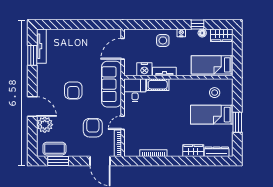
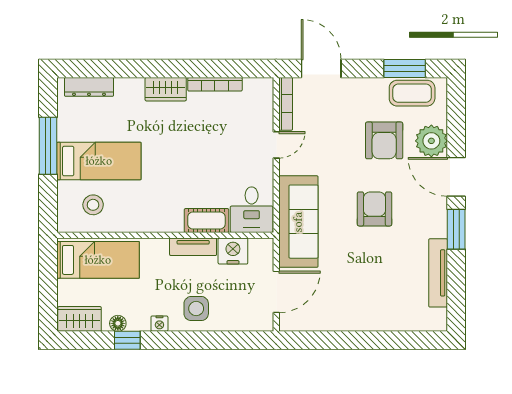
tv unit: (41, 46) -> (438, 273), moved
window: (32, 55) -> (456, 229), moved
window: (237, 122) -> (48, 146), width x1.44
armchair: (93, 128) -> (384, 140), moved
wardrobe: (193, 151) -> (166, 89), moved

